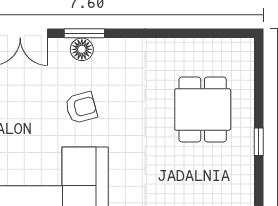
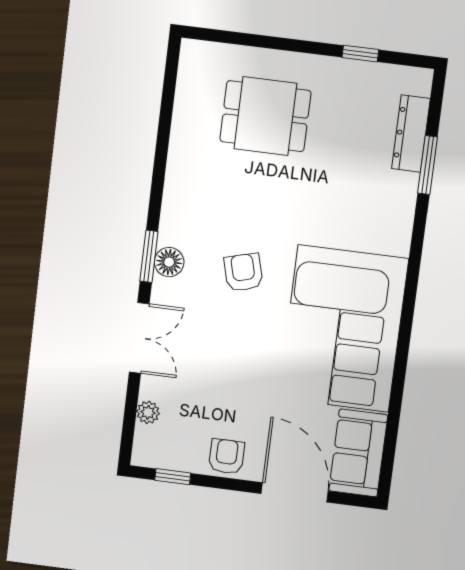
window: (259, 142) -> (360, 54), moved

